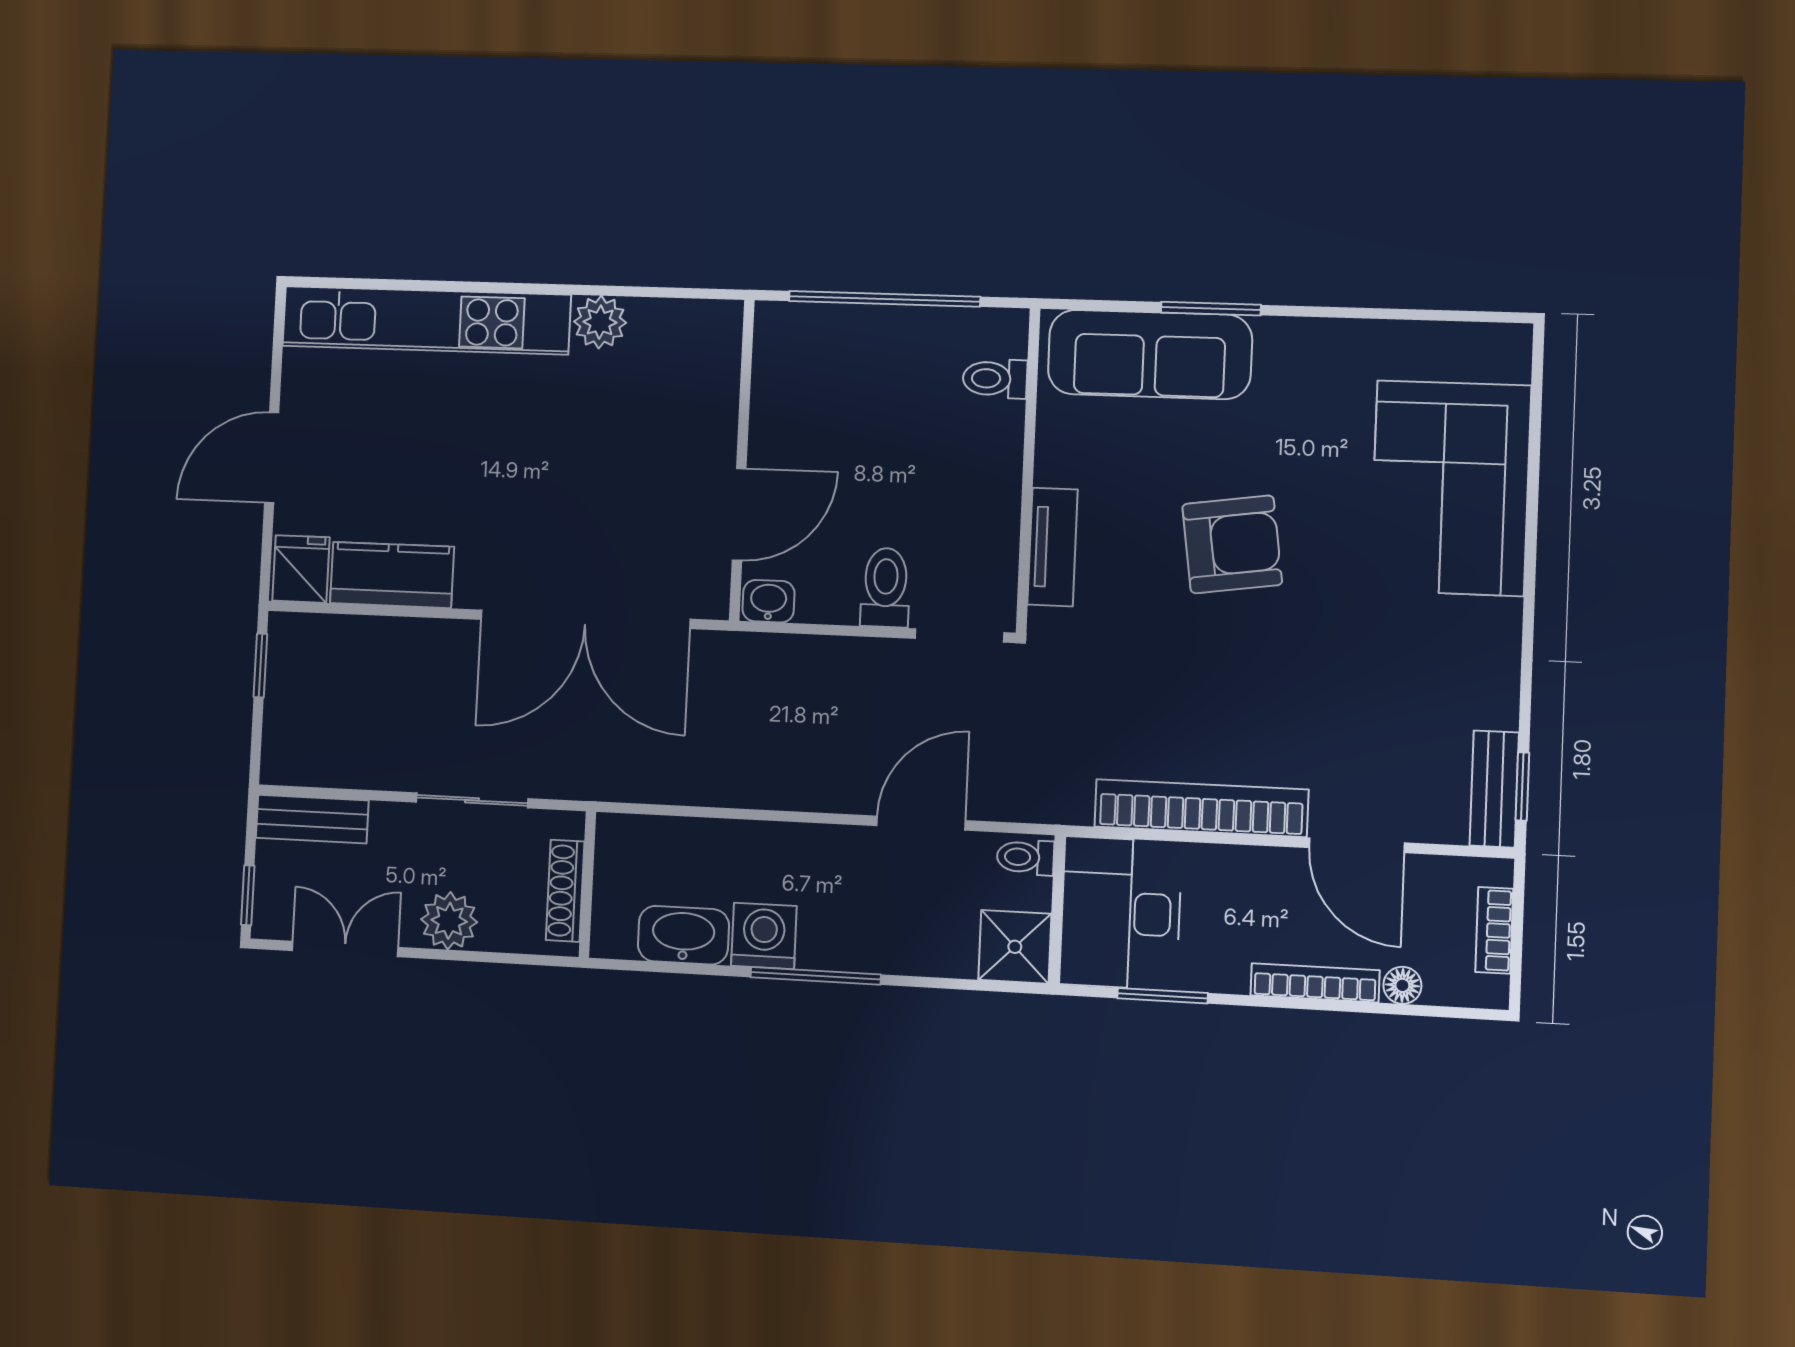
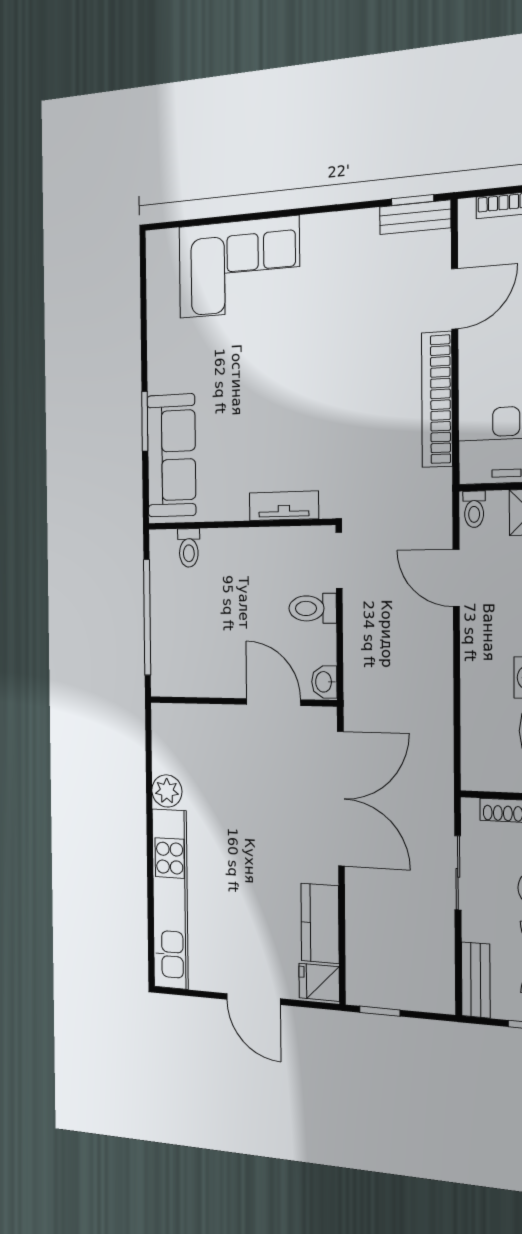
armchair: (1232, 544) -> (277, 396), removed

